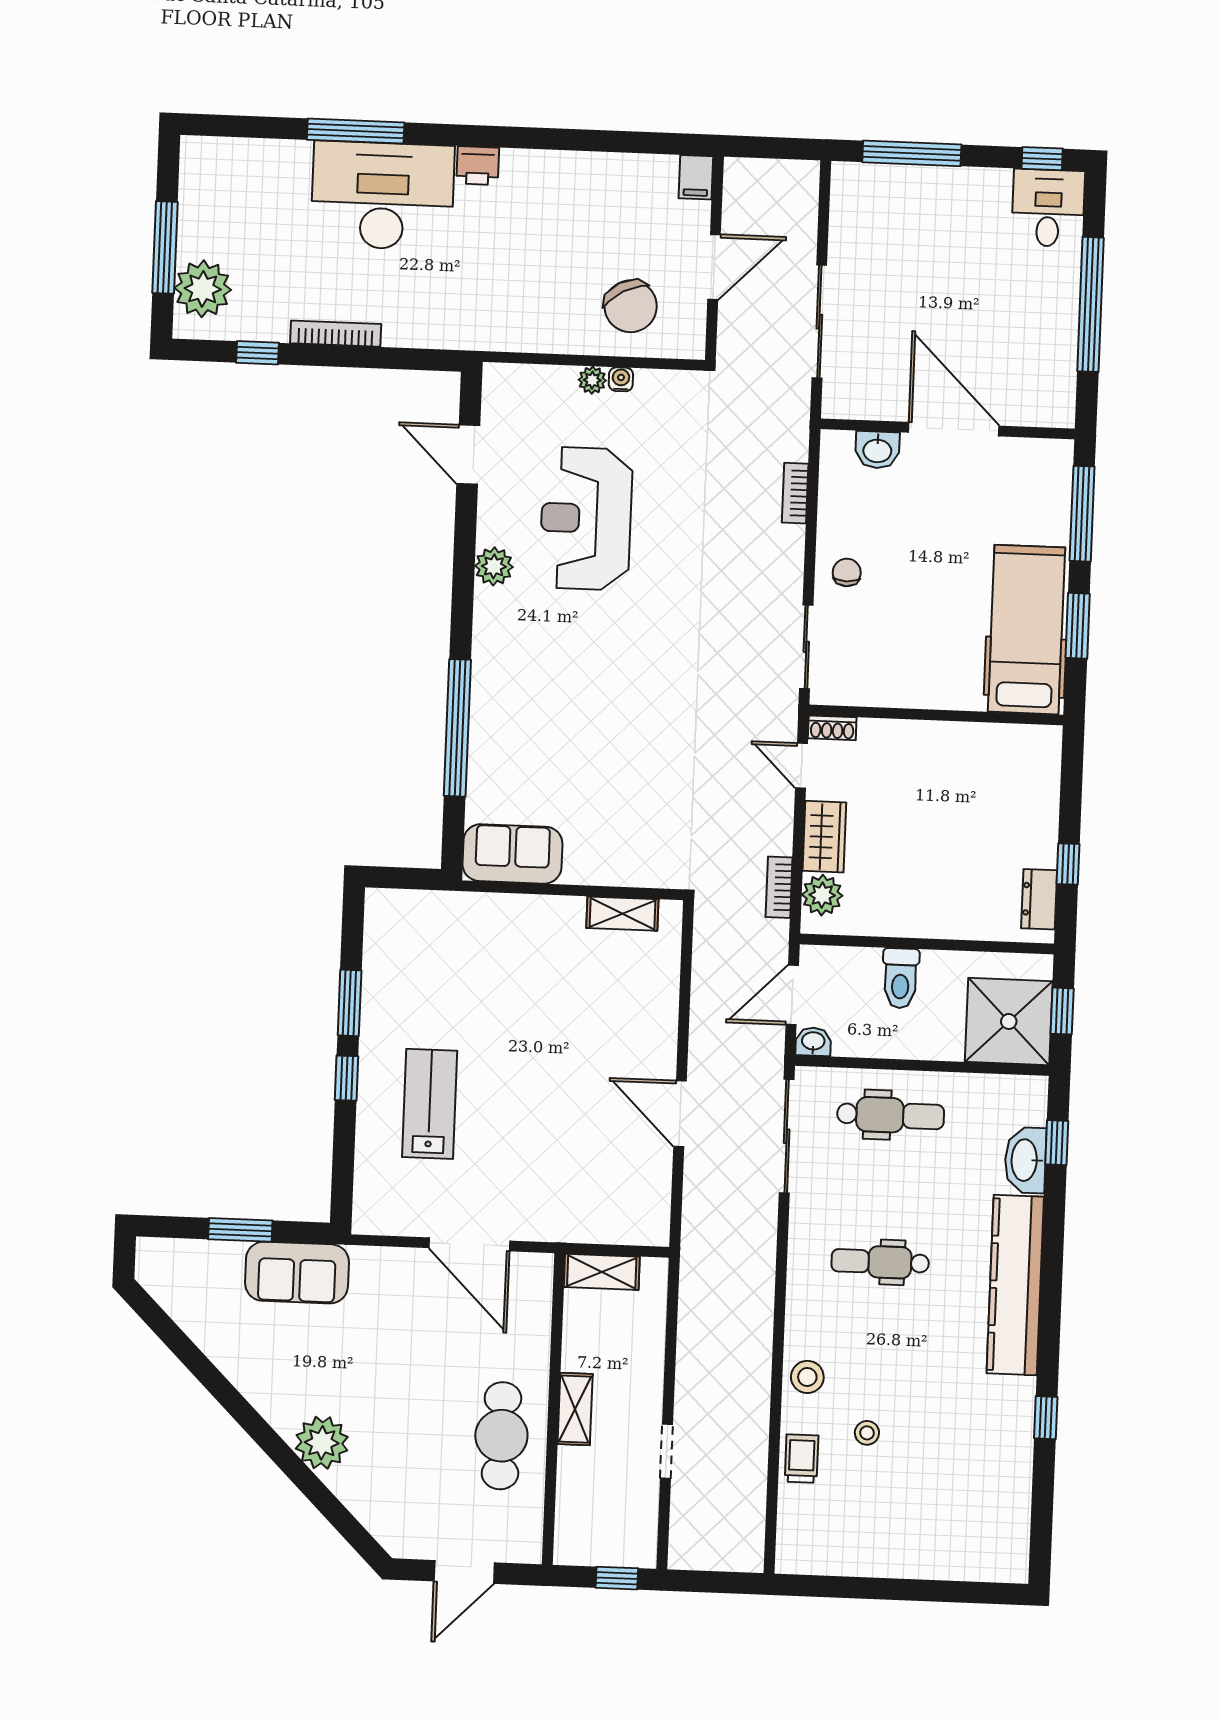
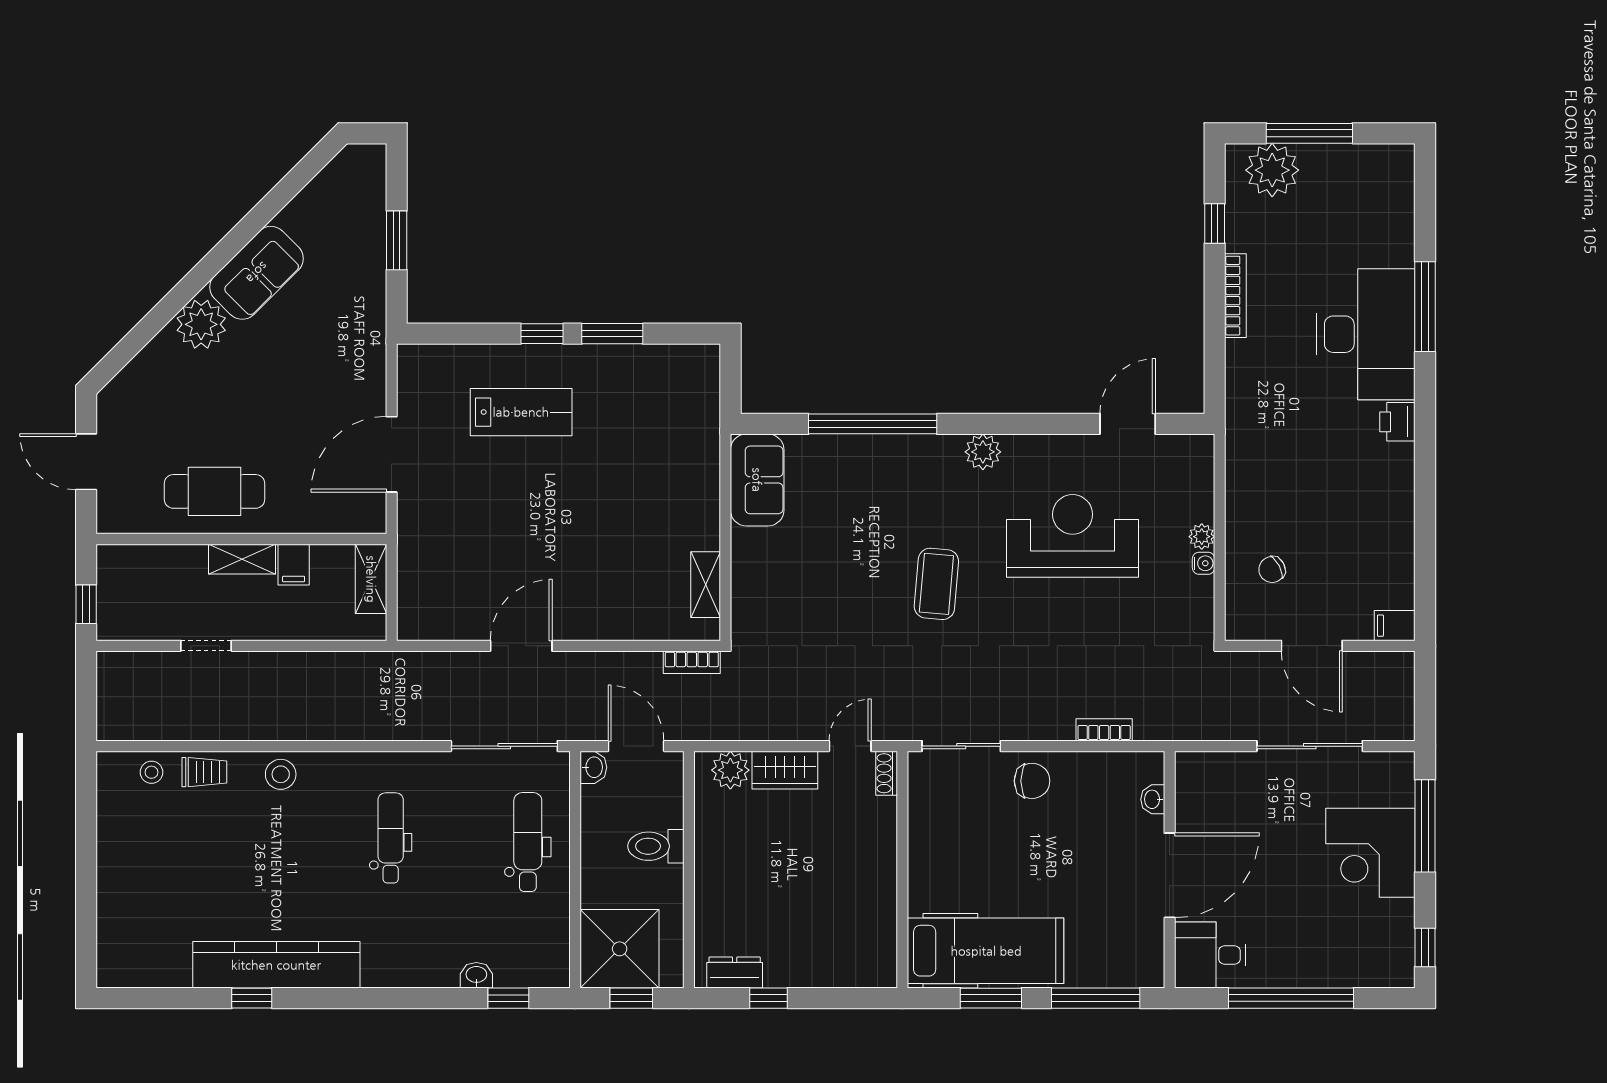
desk: (1048, 208) -> (1210, 955), moved, turned 180
corner desk: (938, 213) -> (1370, 853), added
chair: (631, 306) -> (1272, 570), width x0.54, depth x0.54
sliding door: (819, 322) -> (1310, 746), moved
washbasin: (877, 450) -> (1153, 799), width x0.72, depth x0.69
plant: (494, 566) -> (983, 452), moved
chair: (847, 572) -> (1032, 781), width x1.37, depth x1.37
coffee table: (632, 666) -> (936, 584), added
bookcase: (779, 887) -> (692, 662), moved, turned 180
dental chair: (891, 1115) -> (528, 842), turned 180
washbasin: (1025, 1160) -> (476, 975), width x0.52, depth x0.69
sofa: (297, 1273) -> (257, 273), moved, turned -135
kitchen counter: (1015, 1285) -> (276, 965), moved
filing cabinet: (583, 1354) -> (294, 565), added
stool: (867, 1433) -> (151, 772), moved

